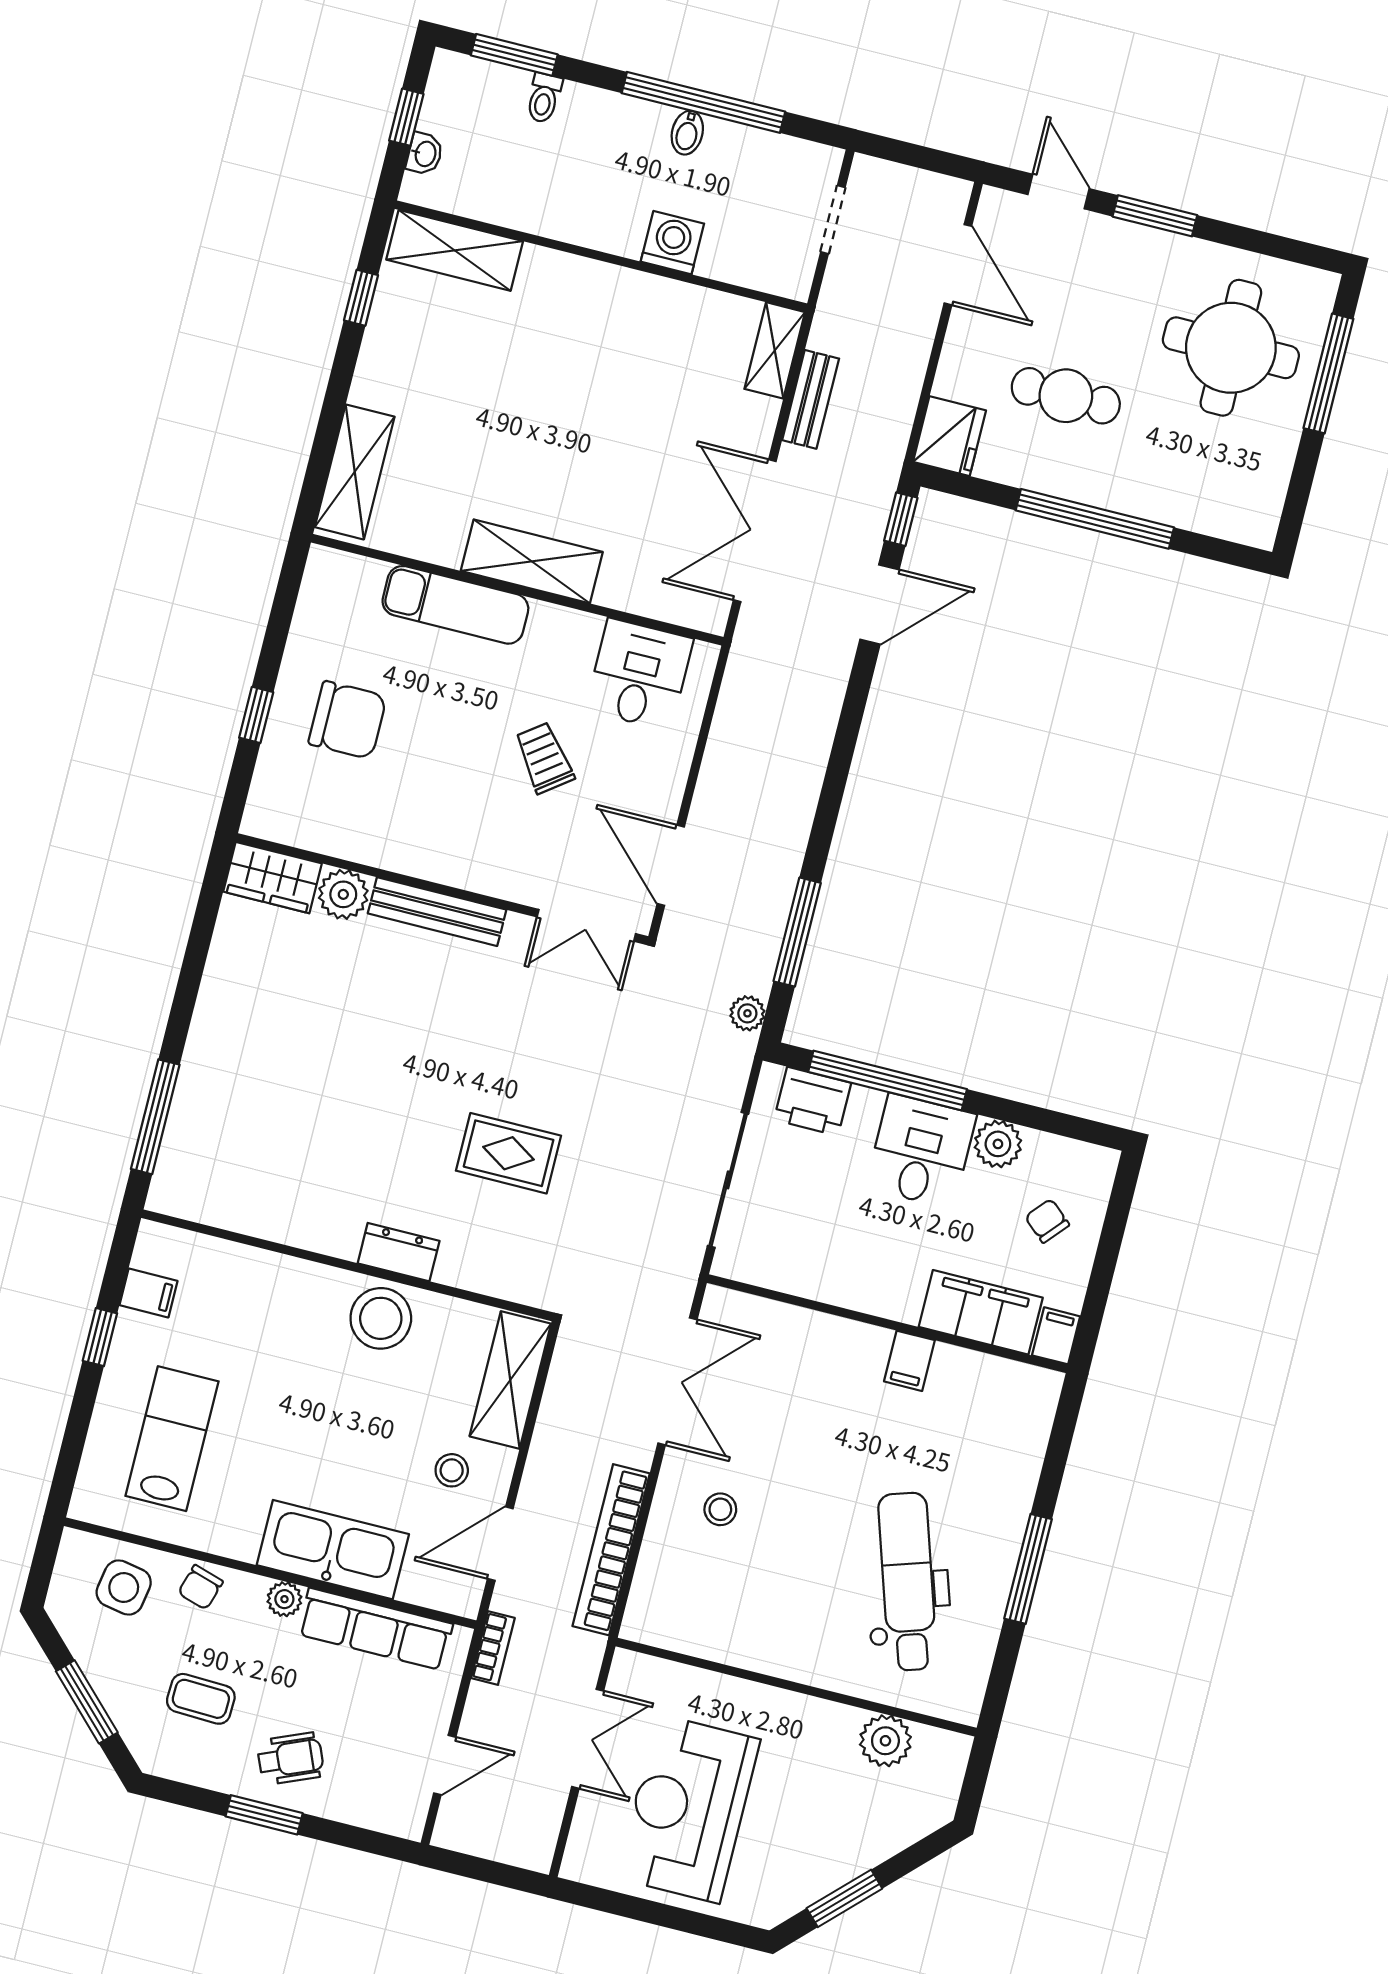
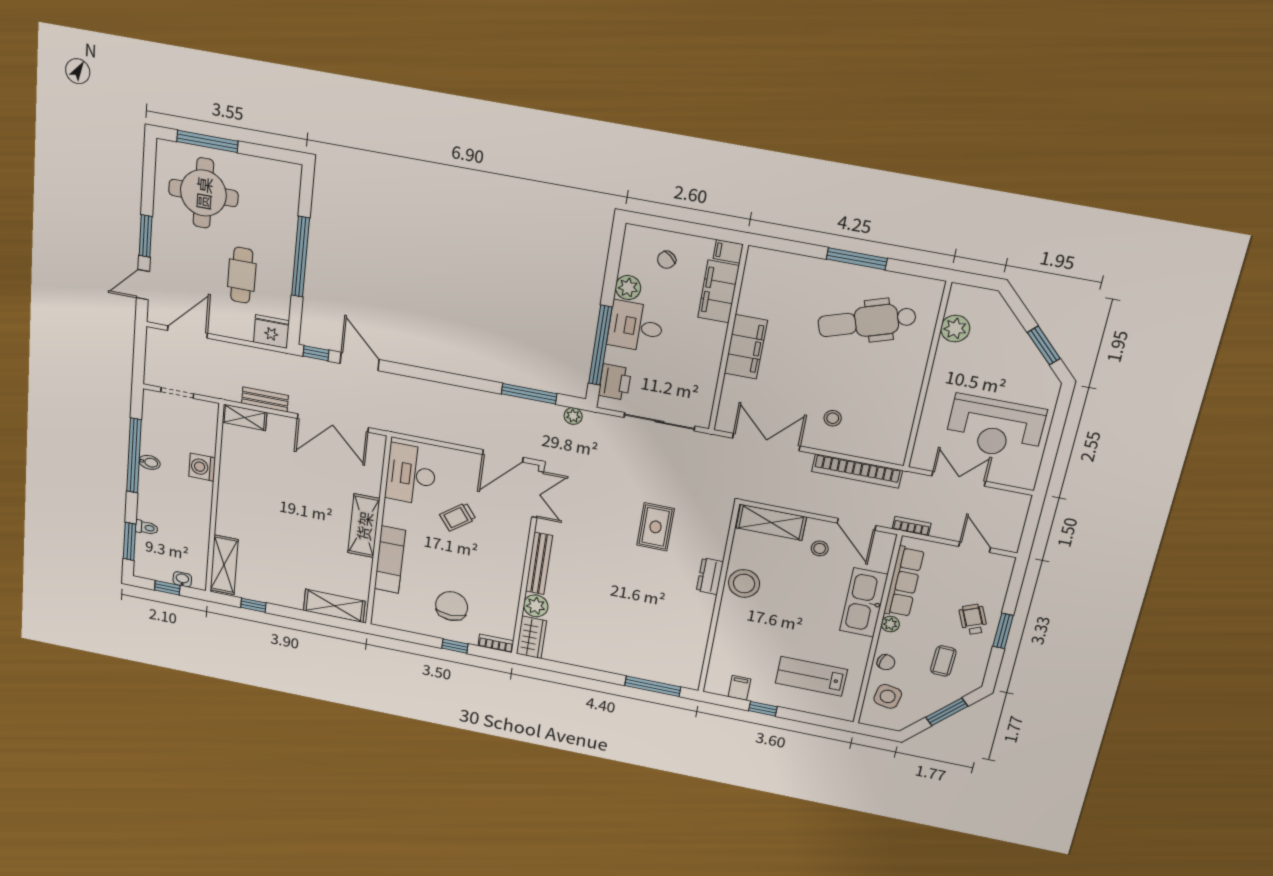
desk: (639, 674) -> (411, 474), width x1.37
bookcase: (260, 802) -> (496, 643), added
filing cabinet: (909, 1361) -> (746, 347), width x3.00, depth x1.17

